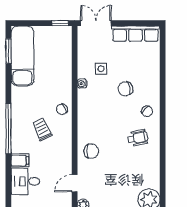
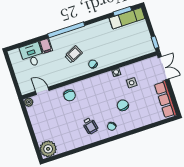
exam couch: (22, 56) -> (127, 18), width x0.73, depth x0.69

